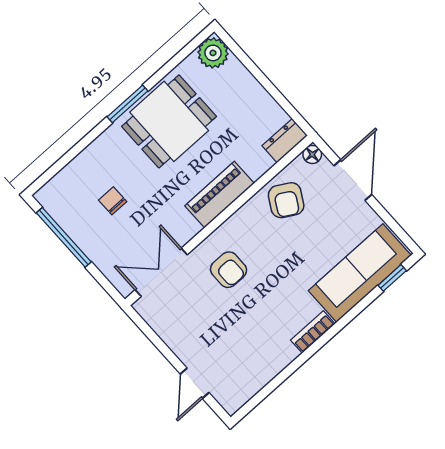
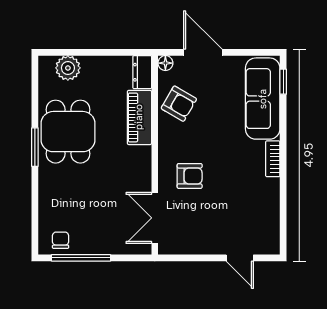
plant: (213, 53) -> (68, 68), moved
piano: (220, 195) -> (139, 117), moved
chair: (113, 201) -> (61, 240), moved, turned 90

